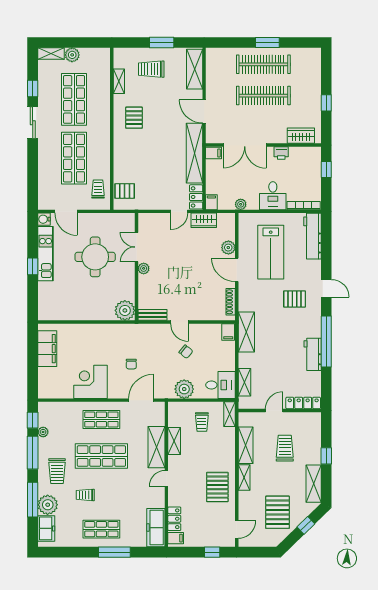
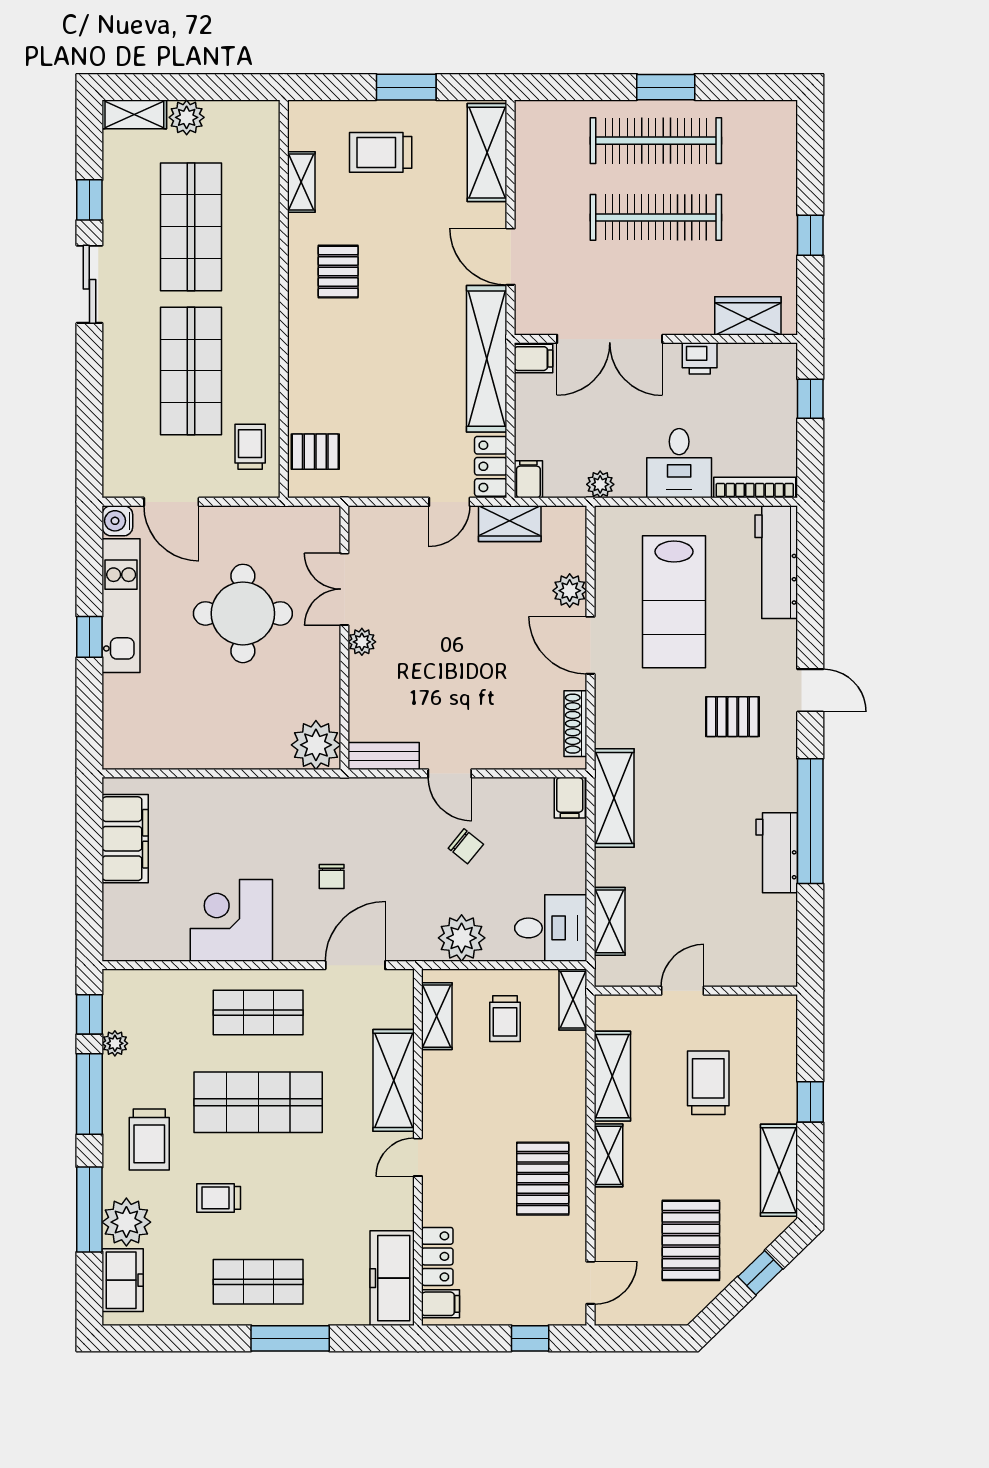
locker: (303, 403) -> (754, 972), removed
shelving: (174, 441) -> (437, 1016), moved

